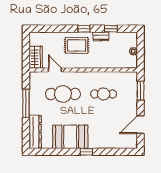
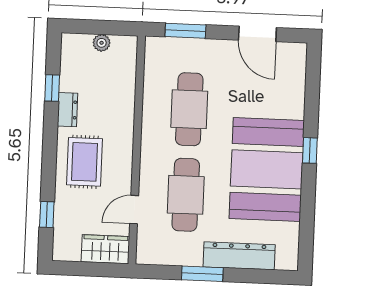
window: (84, 29) -> (47, 215), moved
cafe table: (104, 94) -> (189, 109), width x1.37, depth x1.35
window: (26, 103) -> (202, 274), width x0.69
dresser: (35, 132) -> (239, 256), moved
booth: (70, 137) -> (267, 169), width x1.36, depth x1.42

